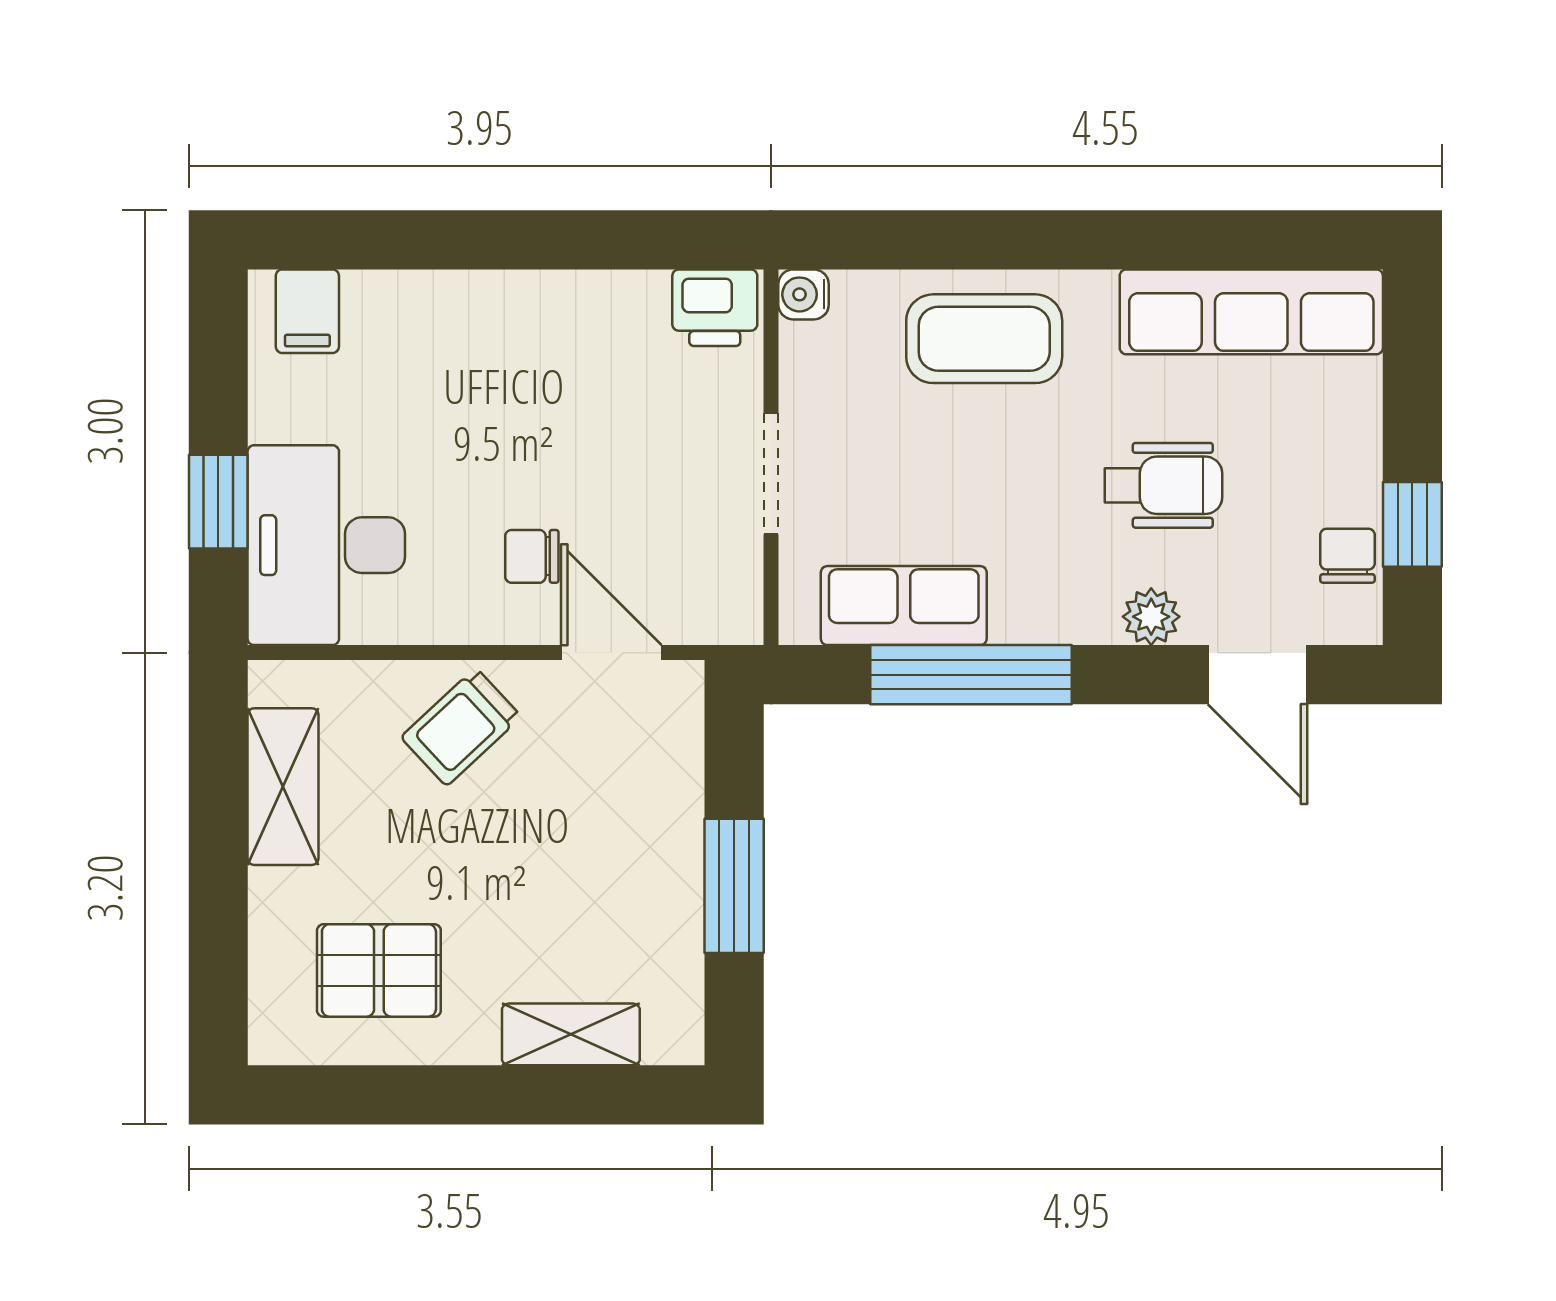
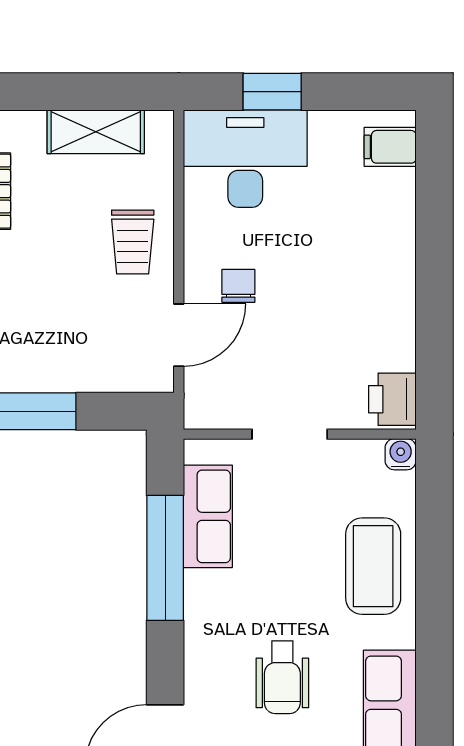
plant: (1151, 617) -> (201, 670), removed
trolley: (461, 727) -> (133, 242), turned -137

